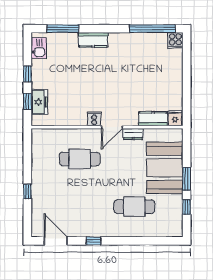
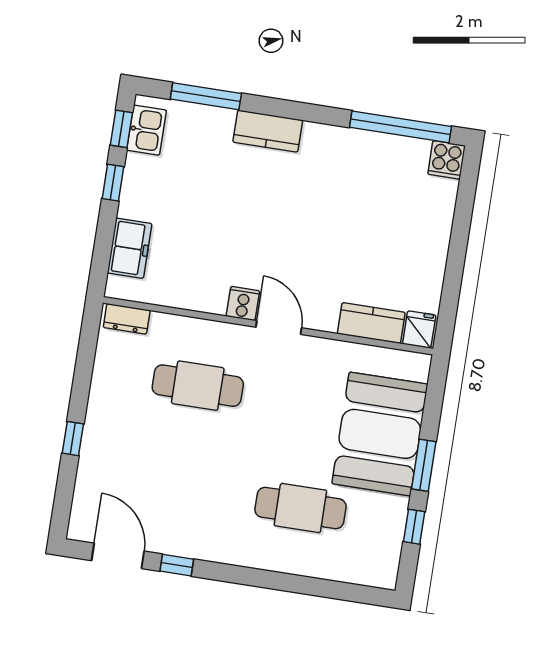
window: (27, 101) -> (121, 129), moved
door: (112, 127) -> (279, 327), swing flipped
dresser: (133, 134) -> (127, 319), moved
window: (93, 241) -> (177, 565), moved

